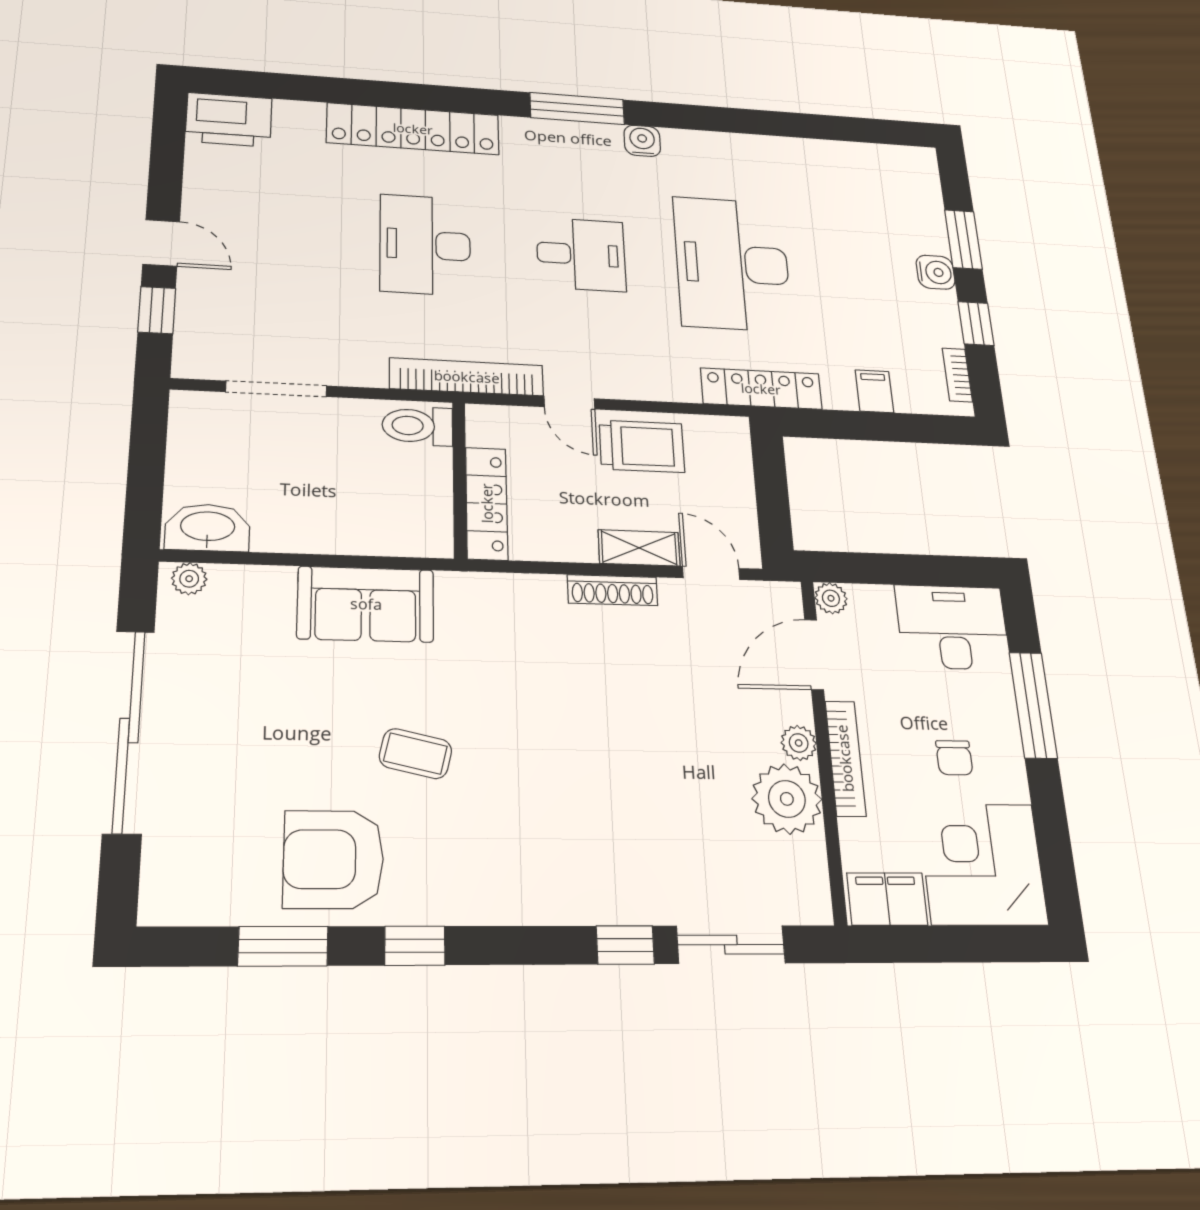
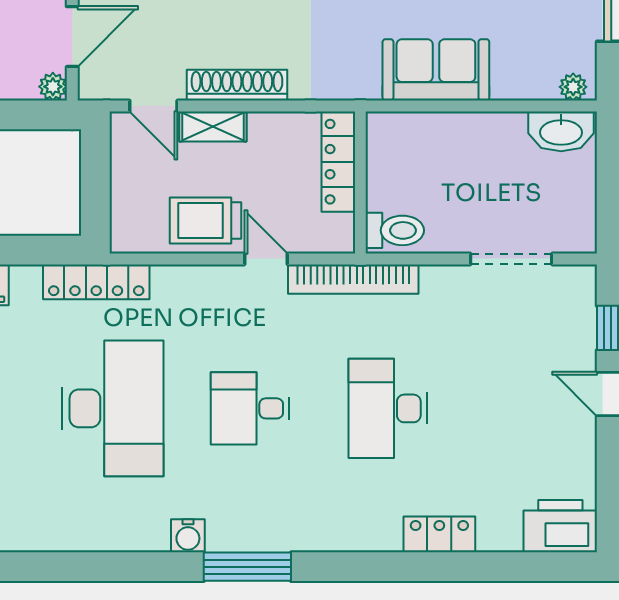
locker: (413, 129) -> (439, 534), width x0.46, depth x0.83
desk: (425, 245) -> (388, 408), turned 180
shoe rack: (612, 590) -> (237, 85), width x1.36, depth x1.24

